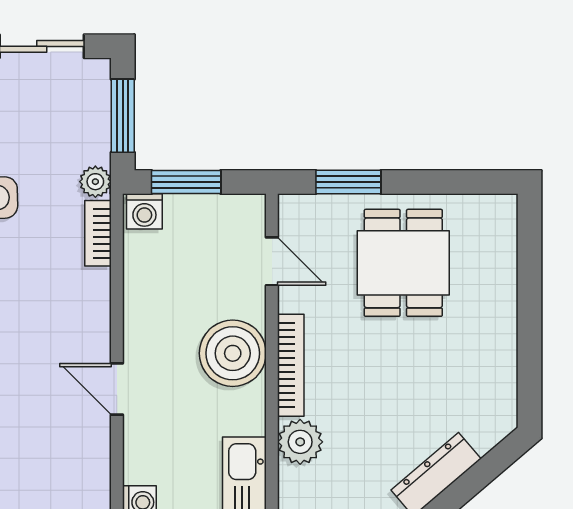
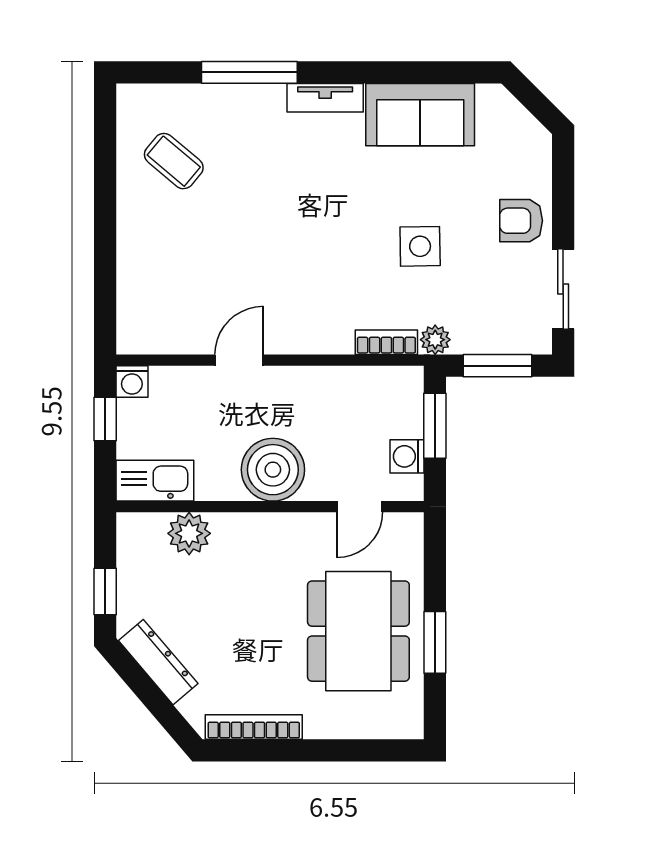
window: (348, 182) -> (435, 642), moved
washing machine: (144, 211) -> (407, 456), moved
dining table: (403, 263) -> (358, 631), width x1.38
bookcase: (291, 365) -> (254, 727), moved, turned 180

